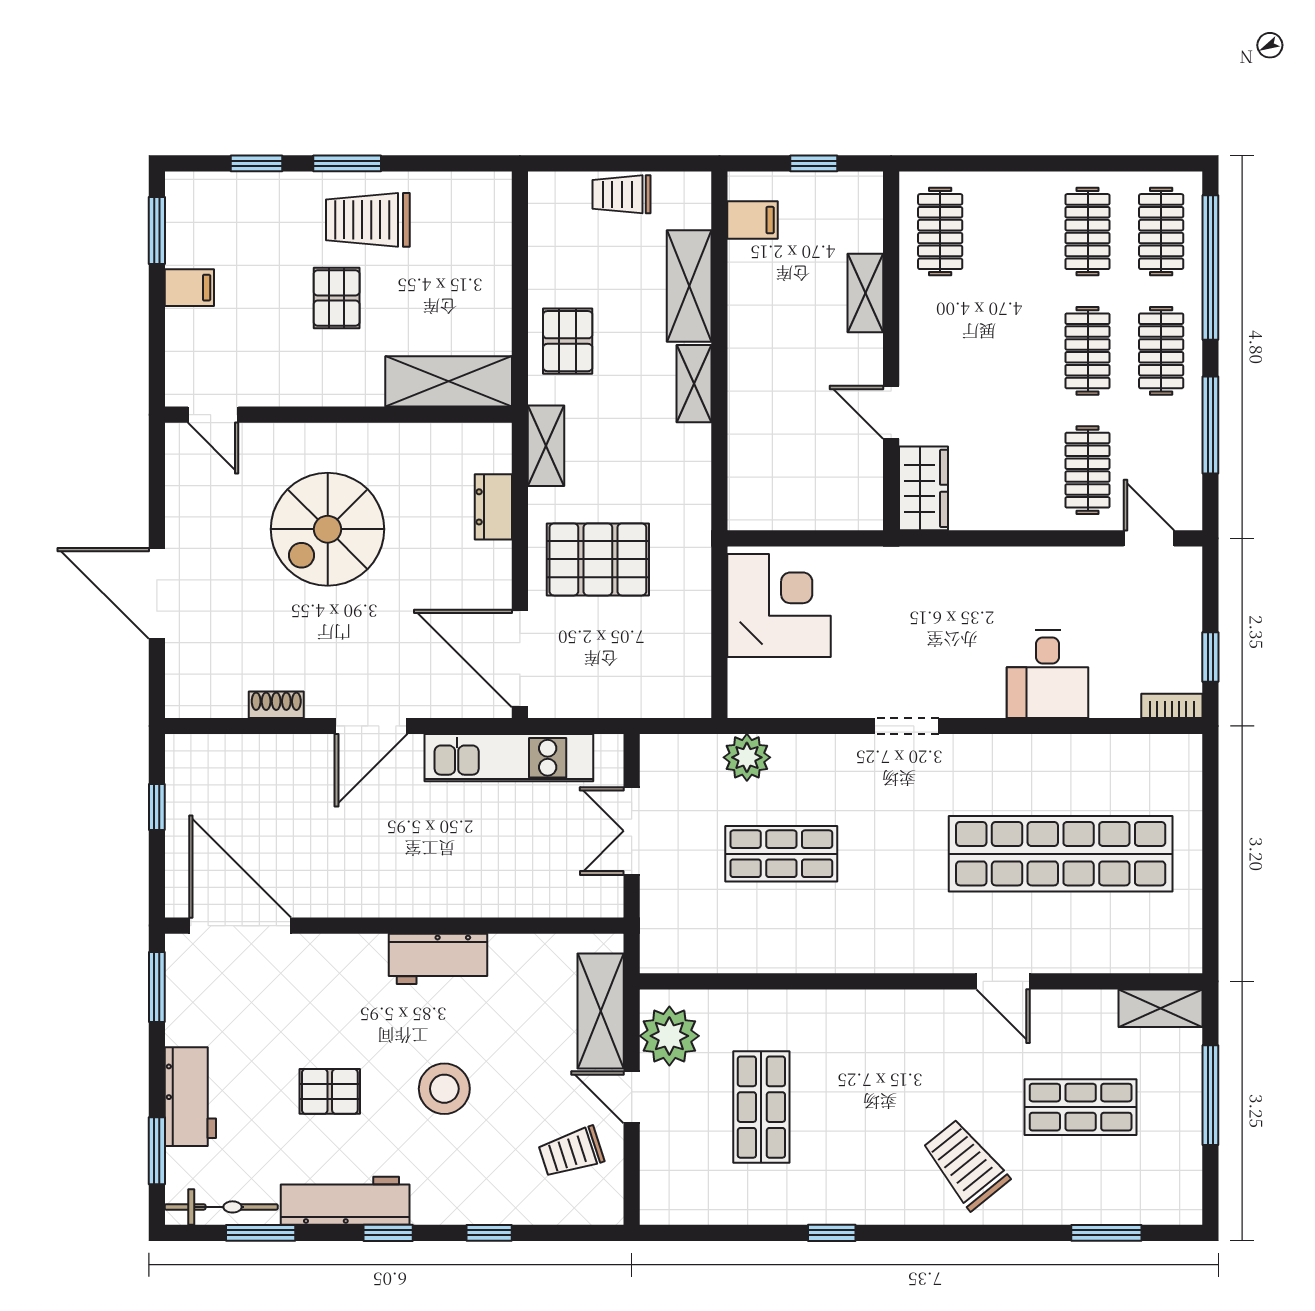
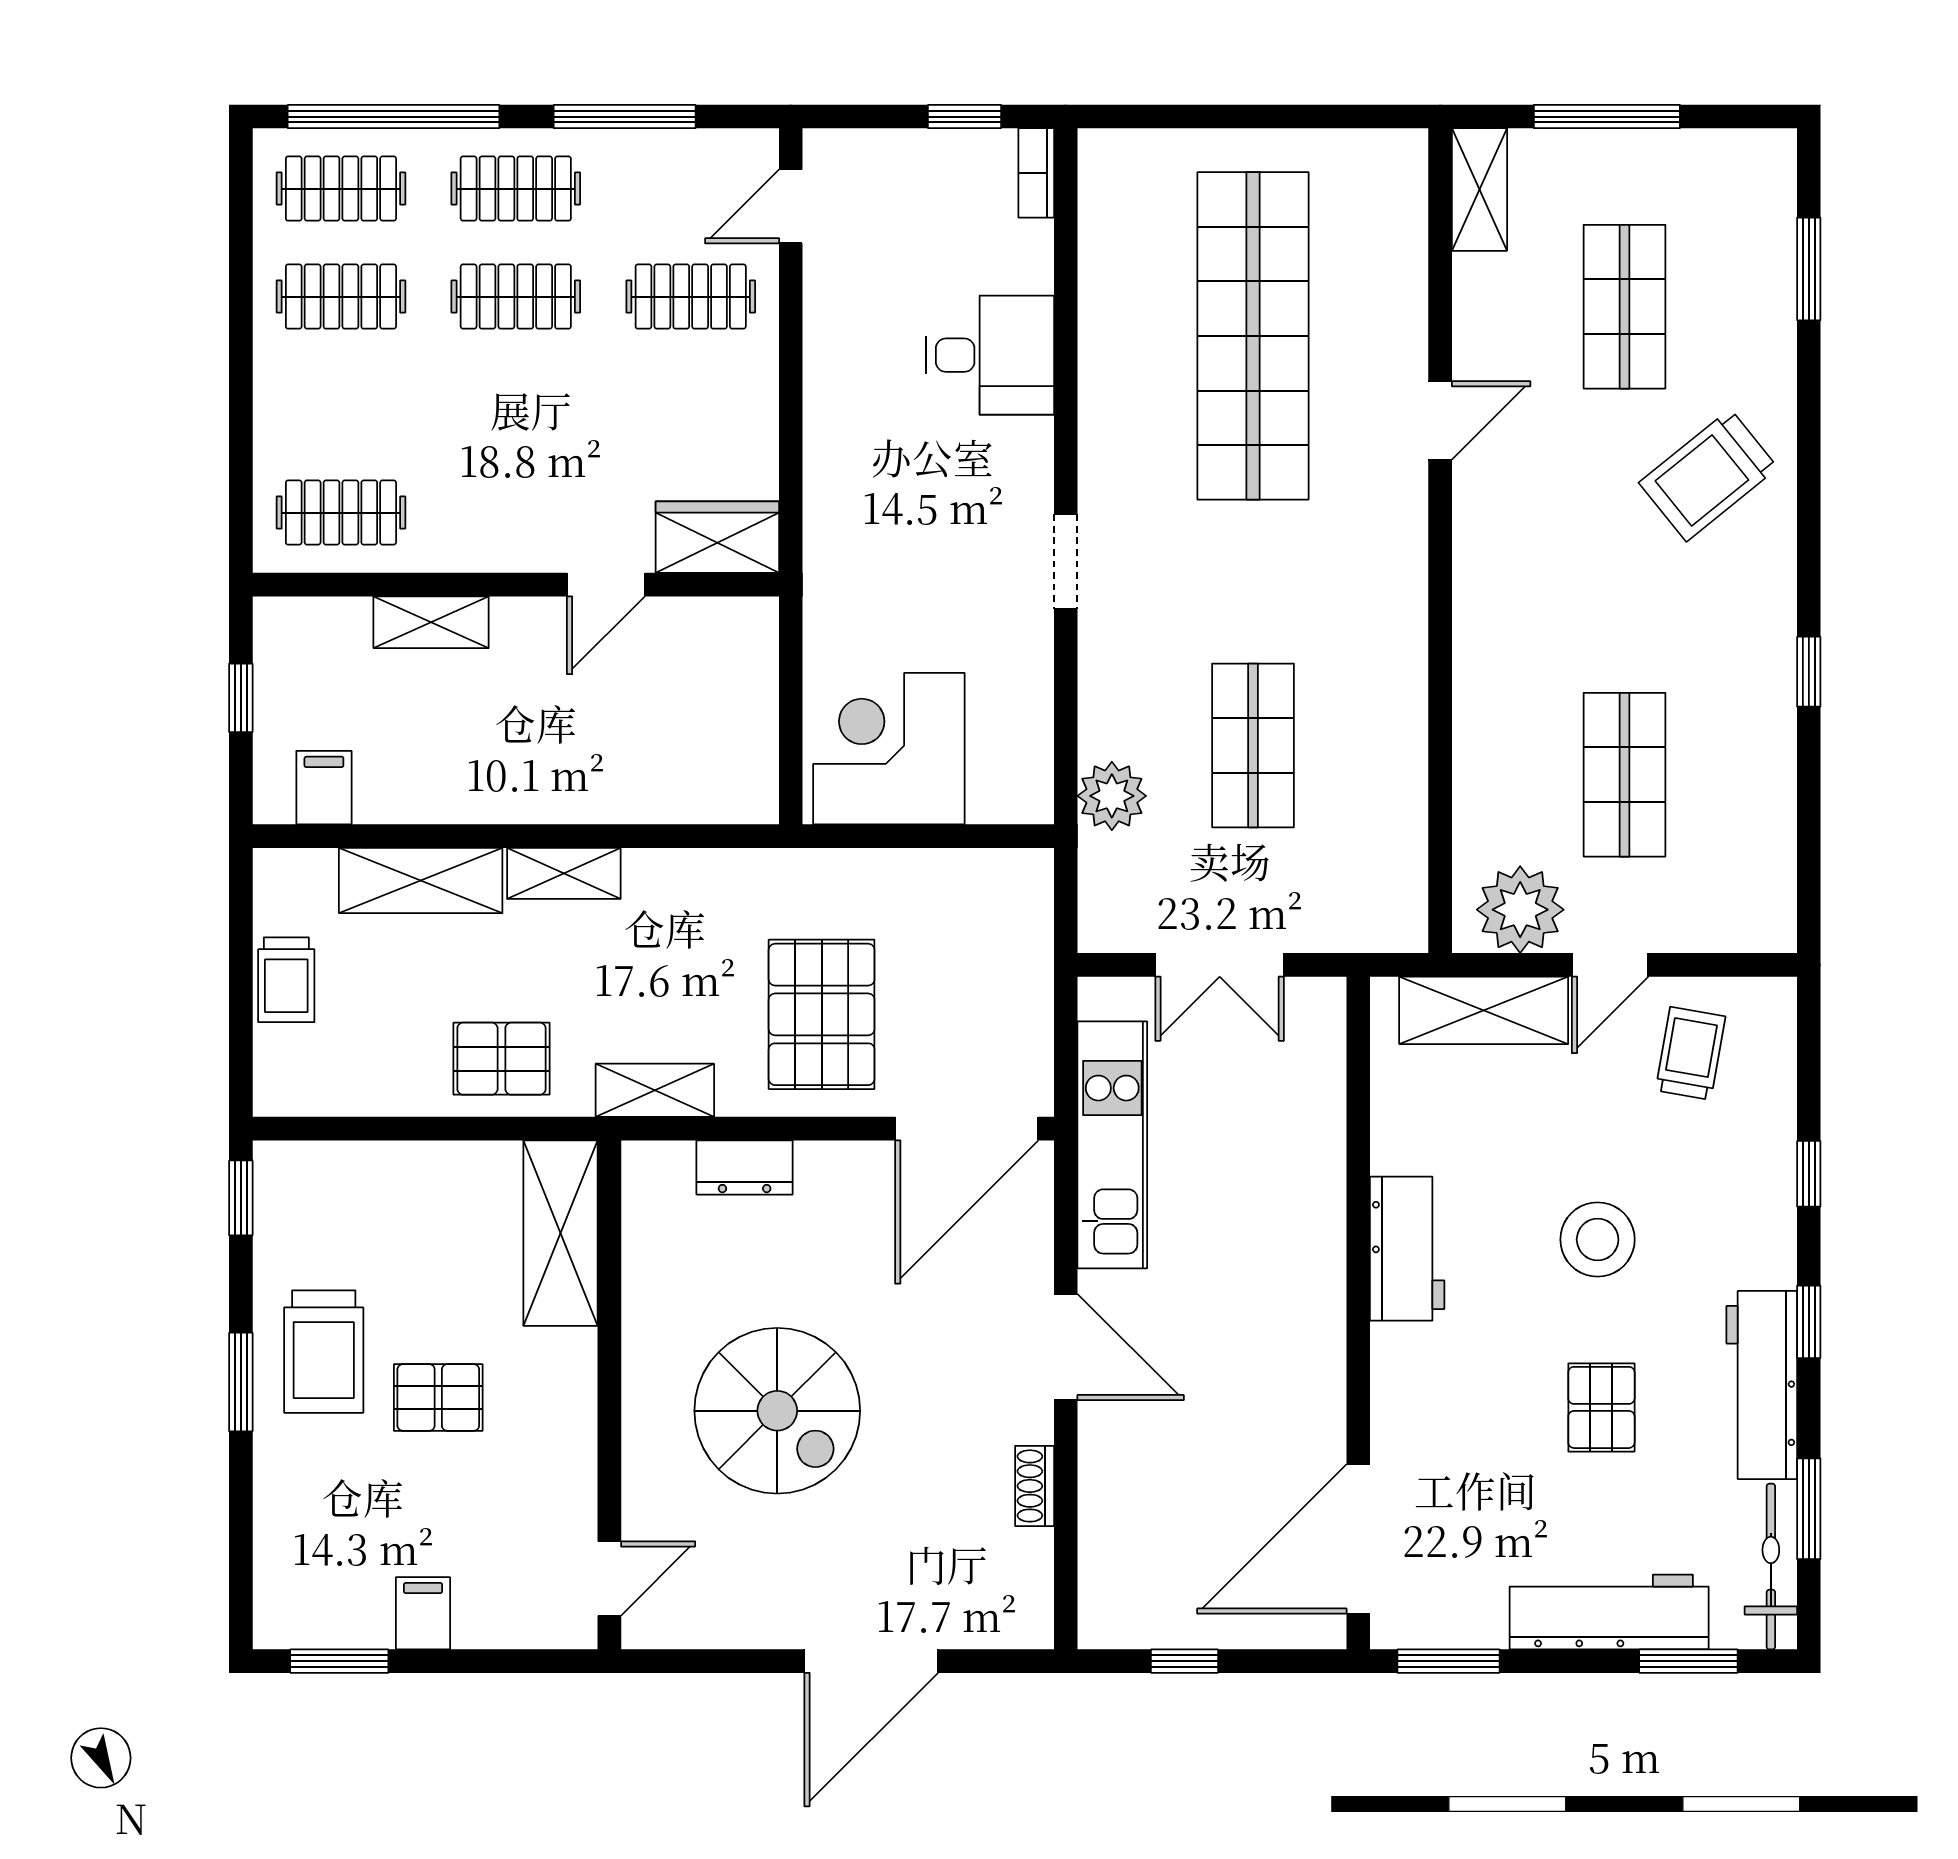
window: (257, 163) -> (241, 1198), moved
workbench: (190, 1097) -> (1609, 1612), width x1.38
shop shelf: (761, 1107) -> (1624, 775), turned 90
trolley: (571, 1152) -> (1690, 1053), turned -152

